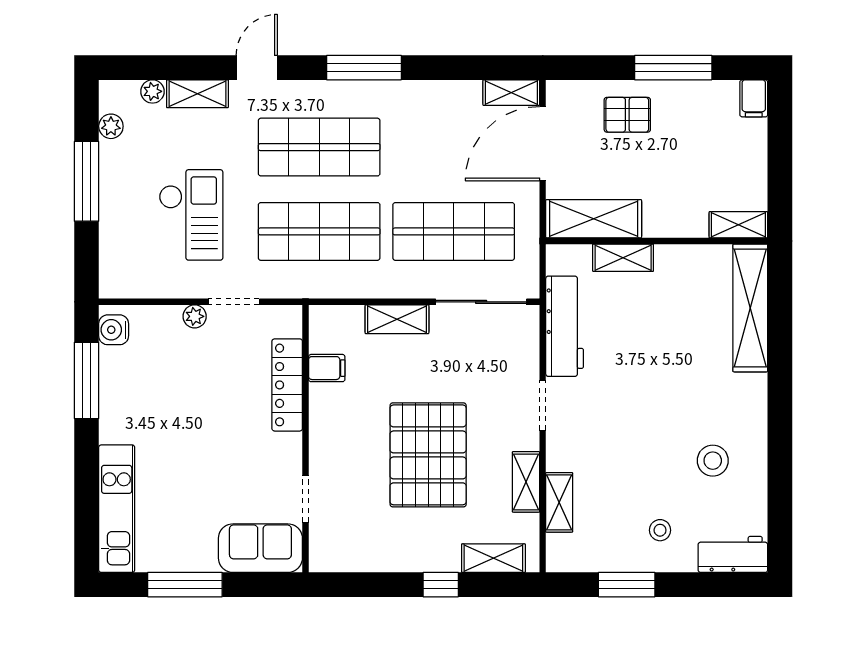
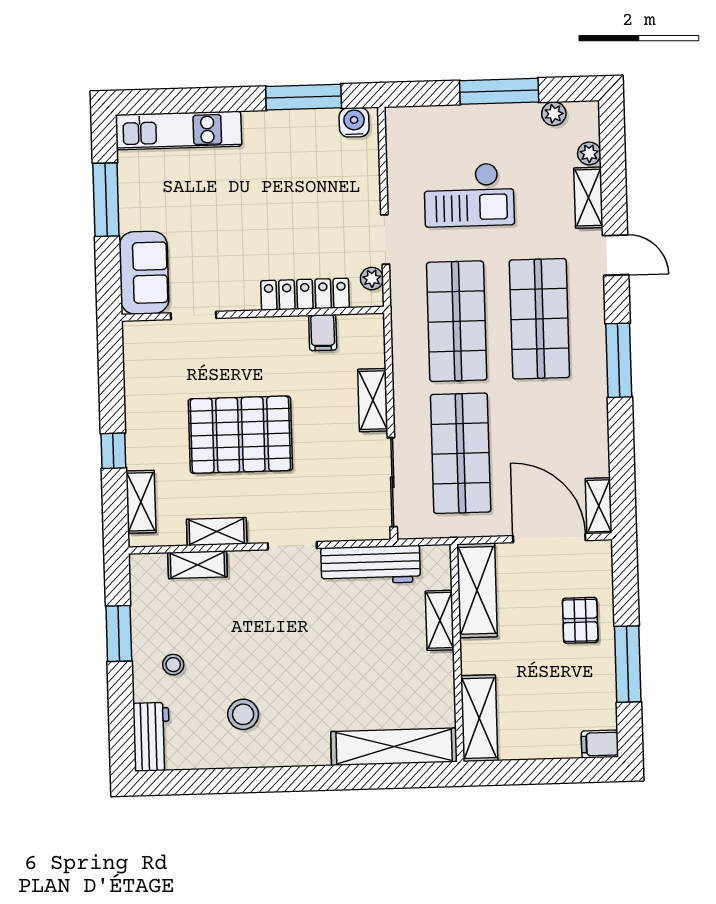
shelving: (738, 225) -> (479, 718), width x1.50, depth x1.33
plant: (195, 316) -> (372, 279), moved

